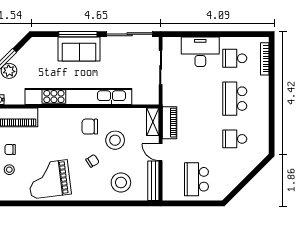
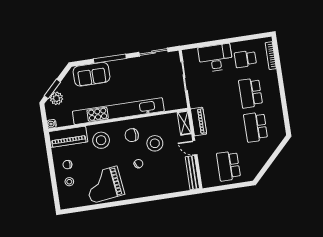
sliding door: (130, 34) -> (154, 52), width x0.73
sofa: (79, 49) -> (92, 74), moved
school desk: (235, 139) -> (256, 127), width x1.85
stool: (121, 182) -> (101, 140), moved

